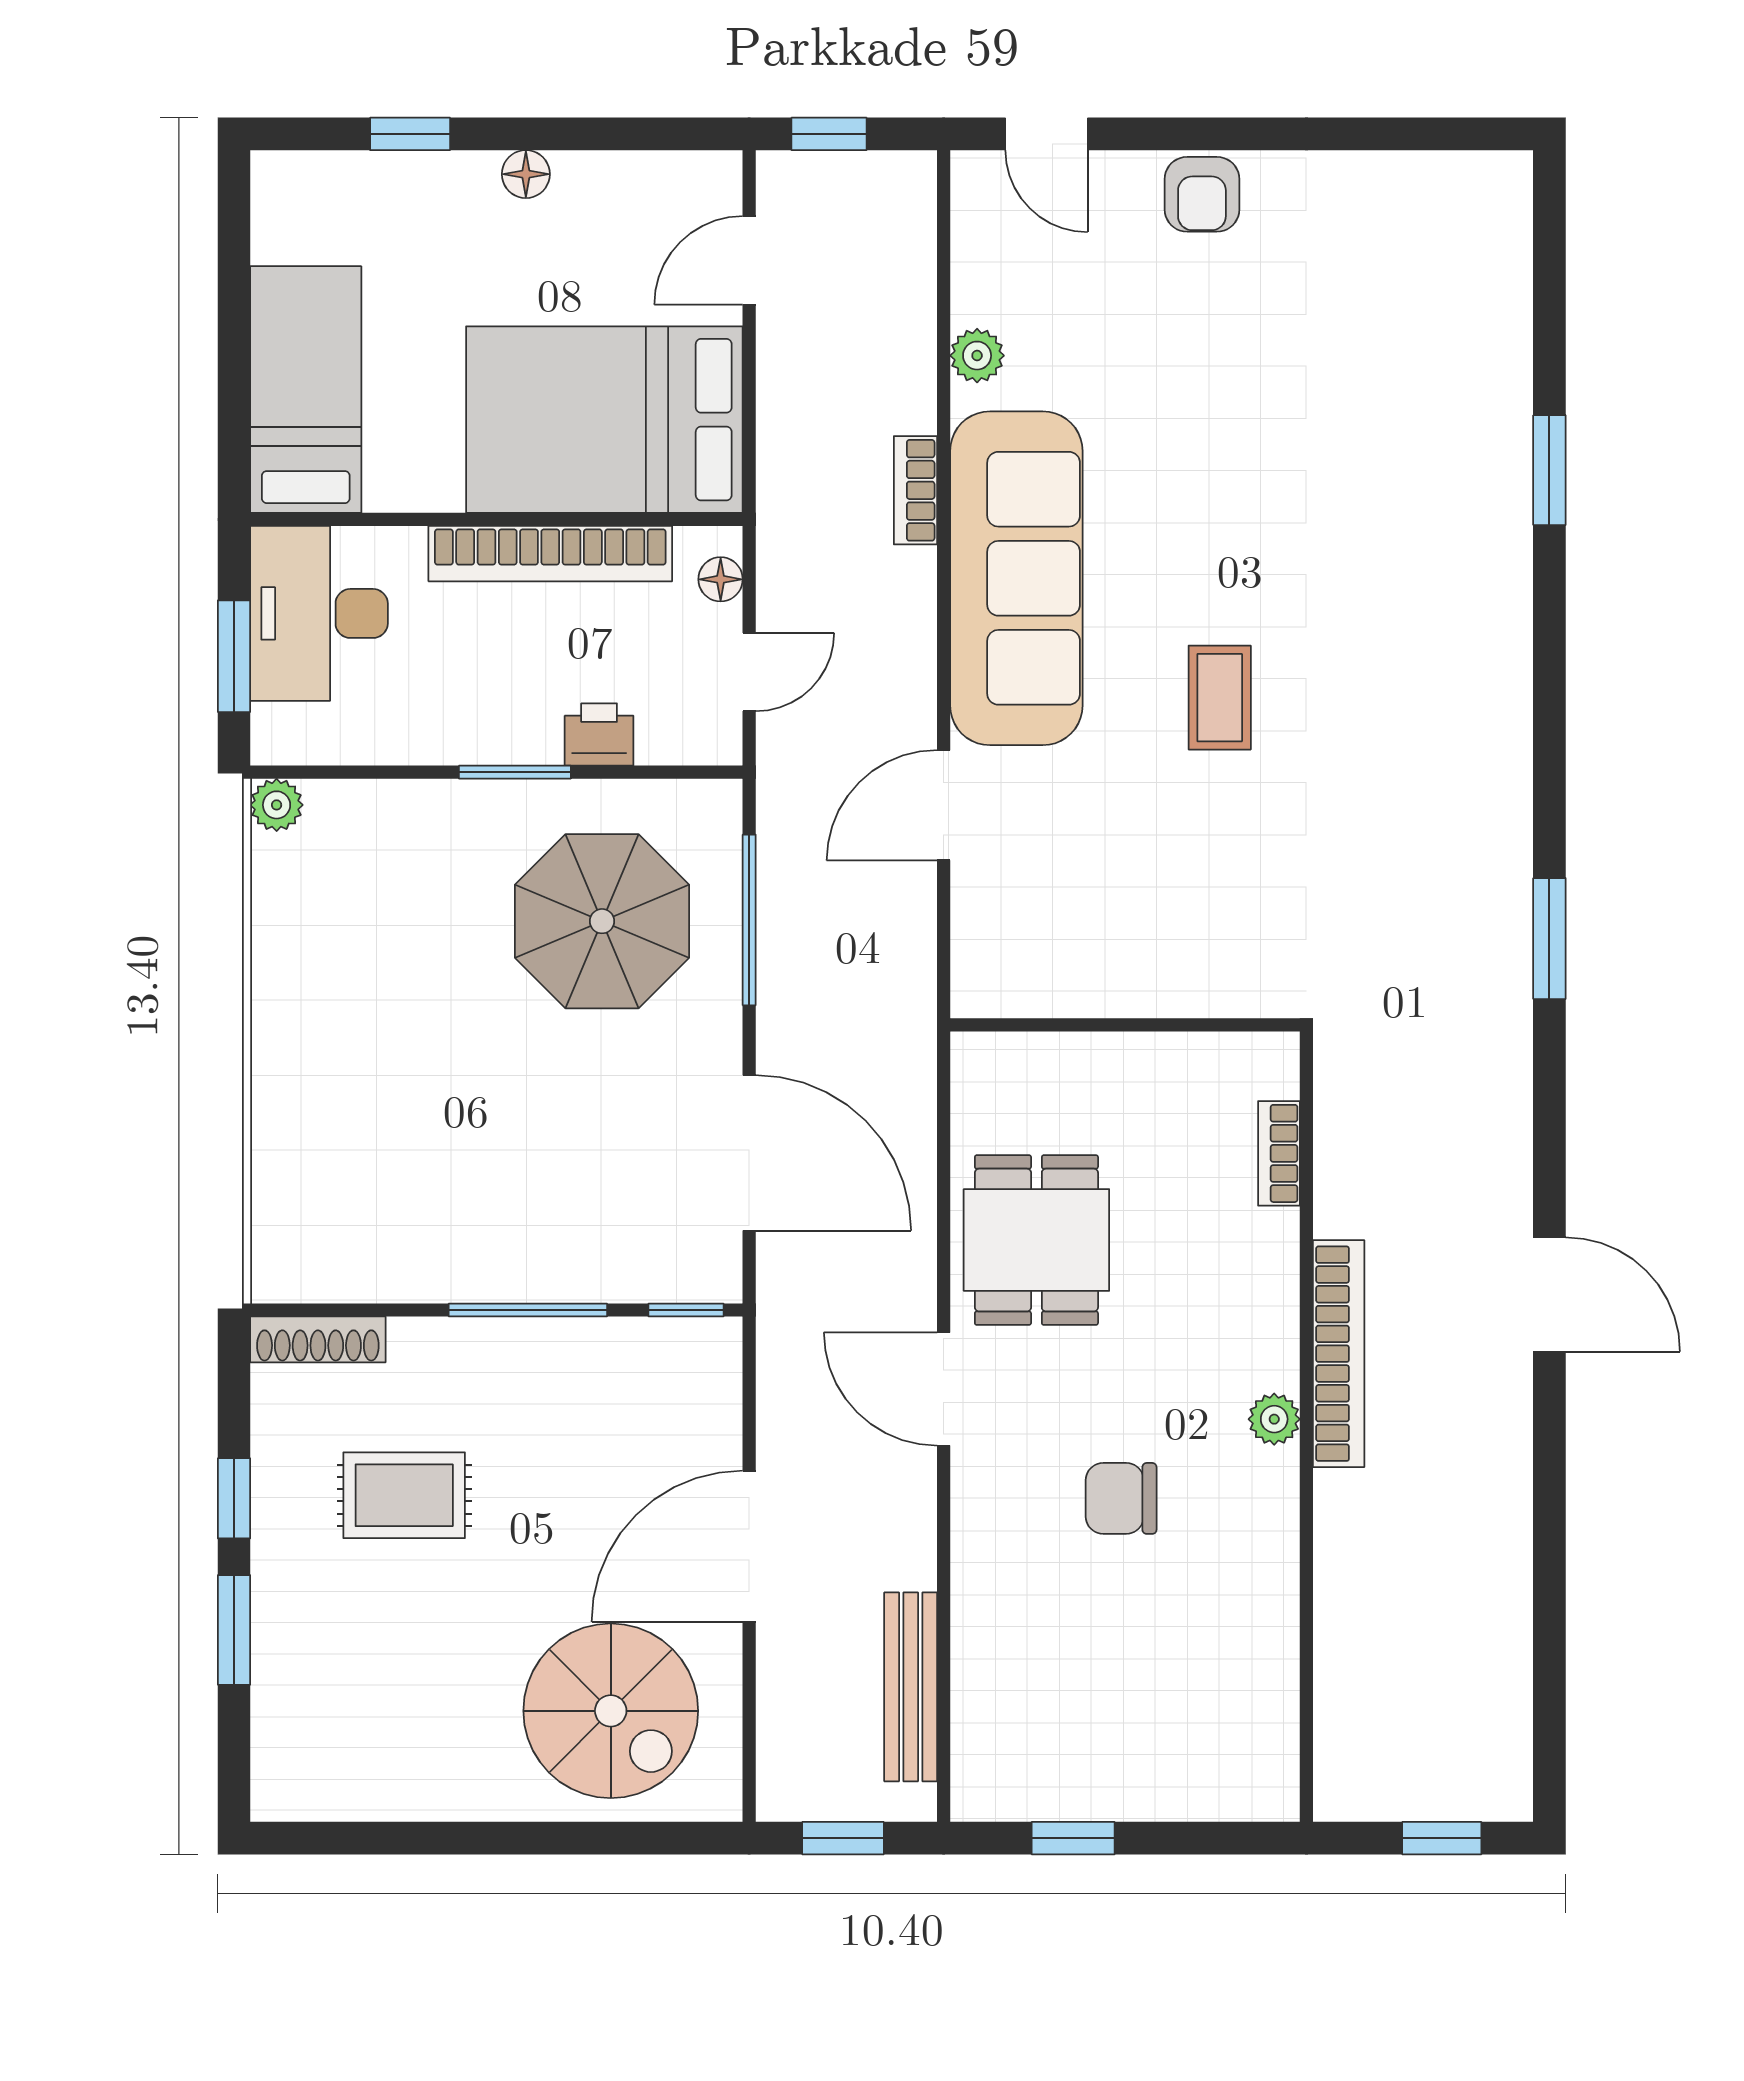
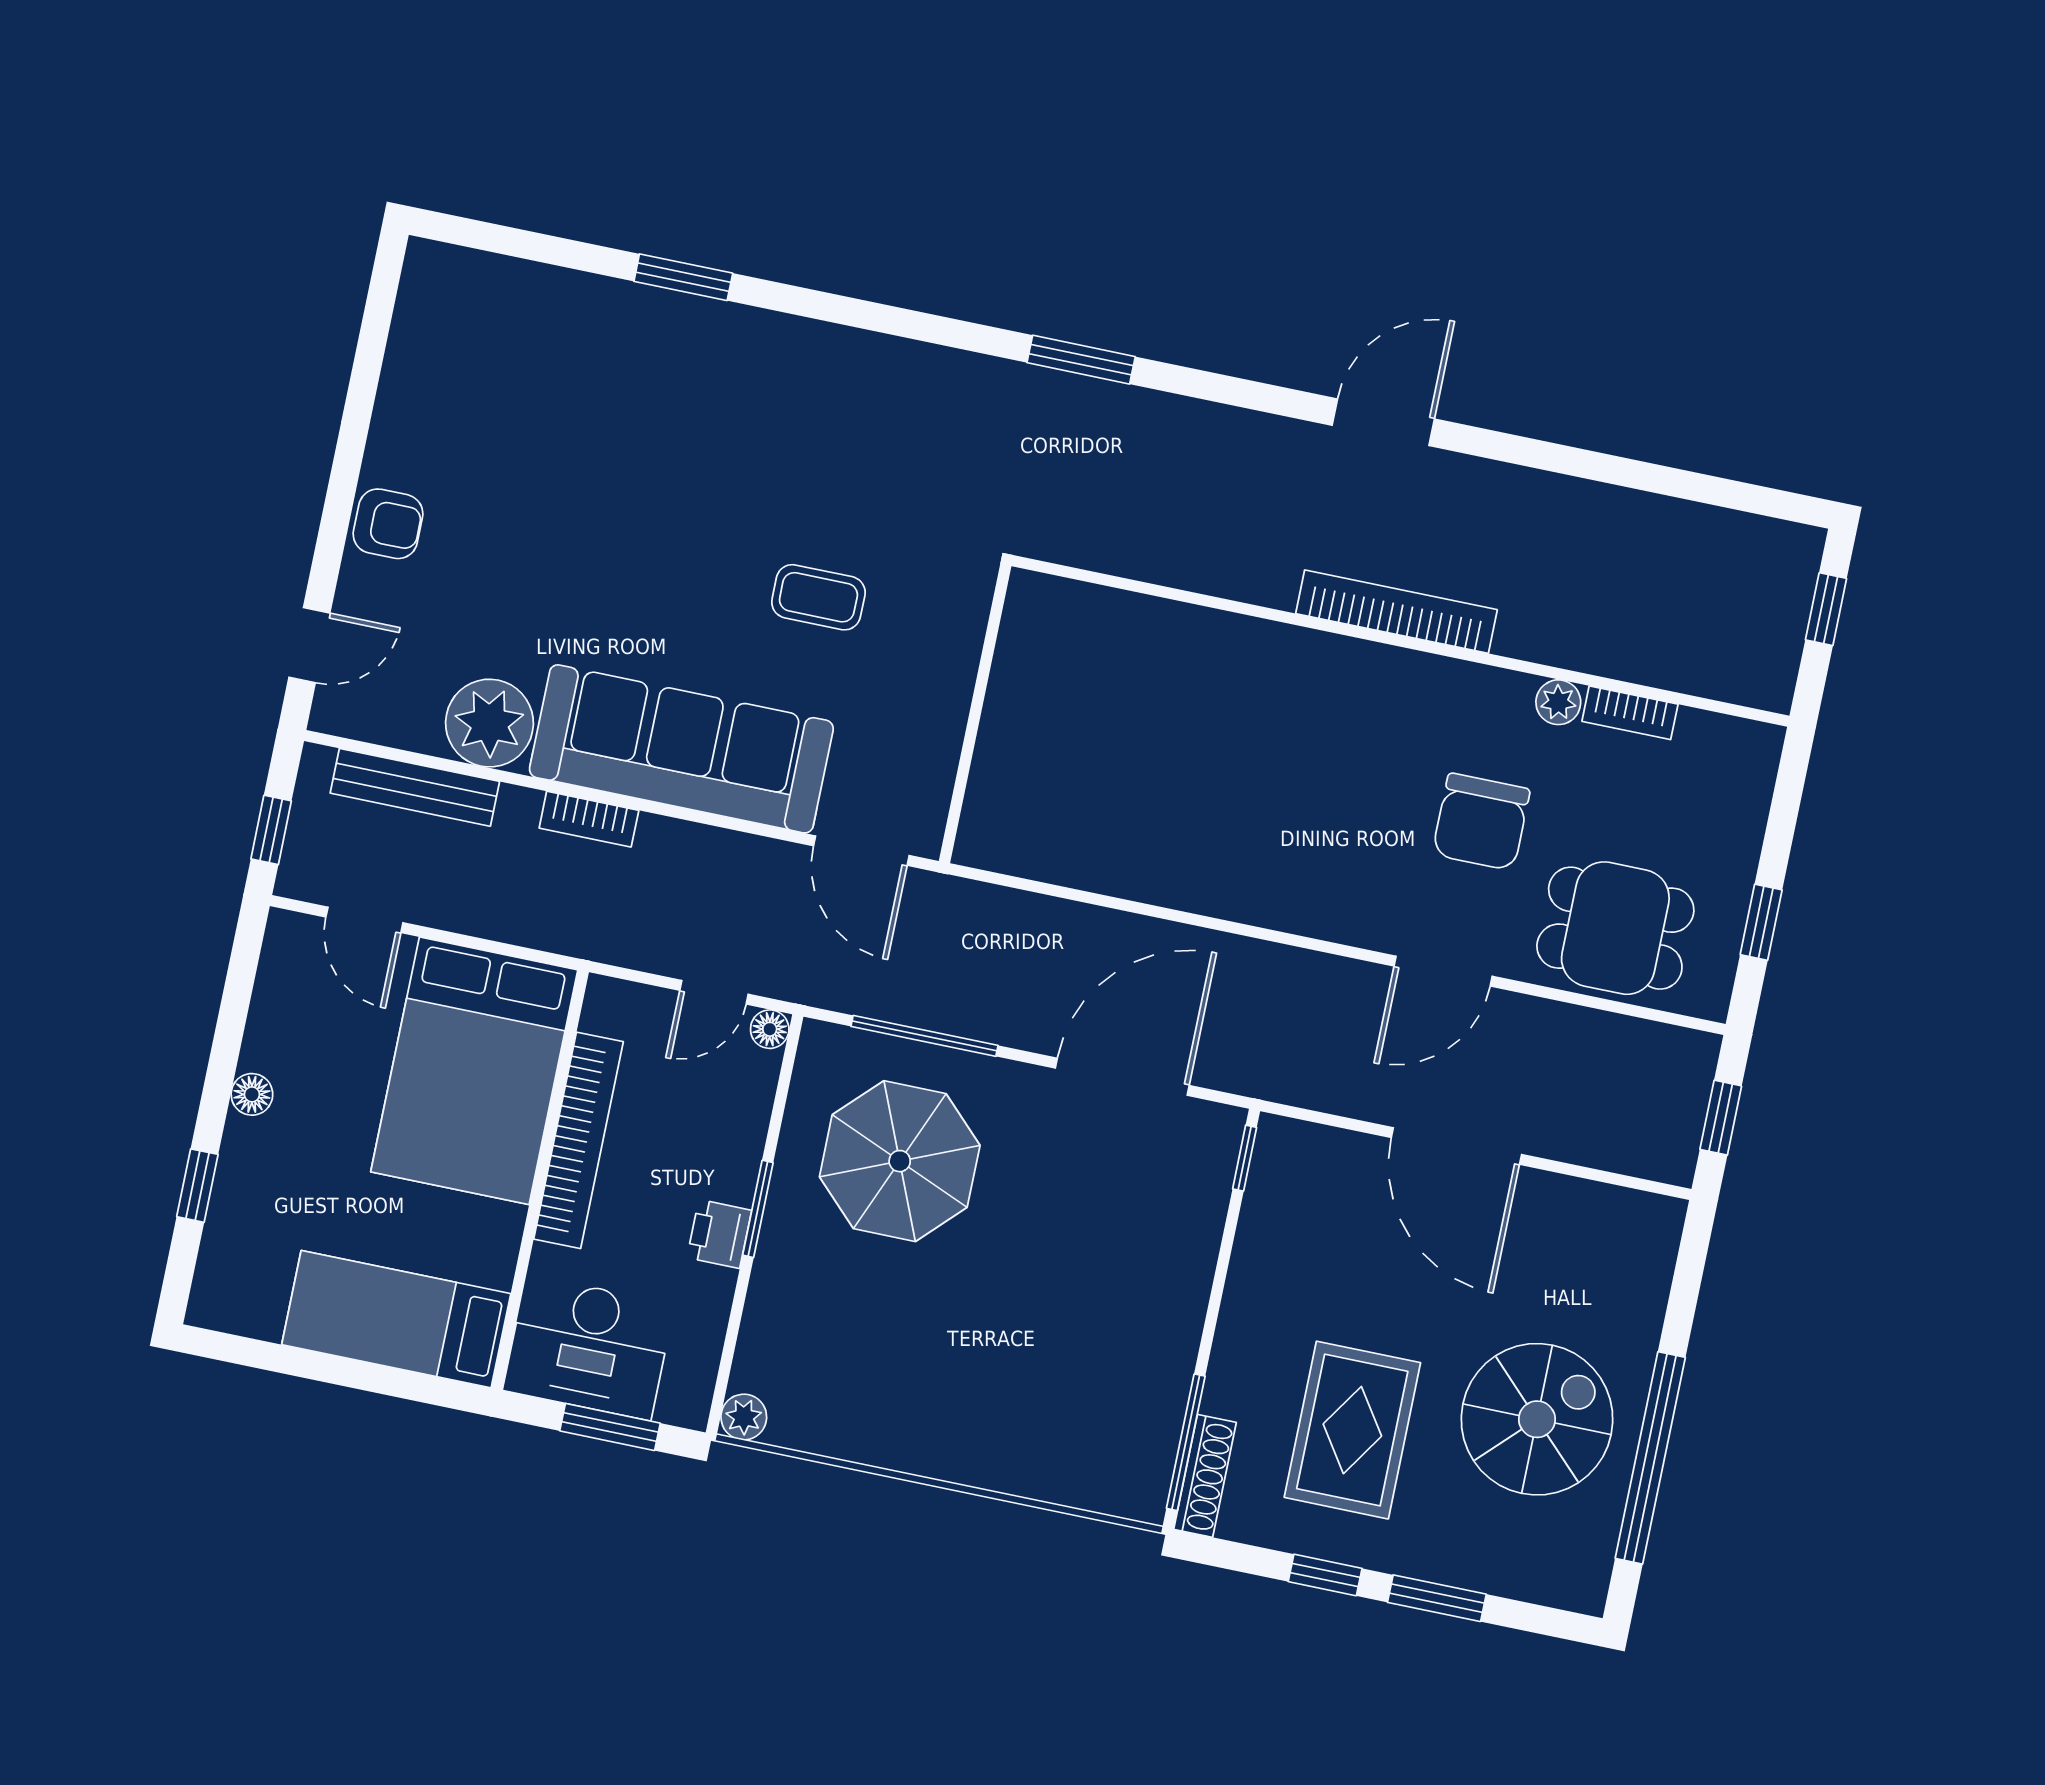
plant: (977, 356) -> (489, 723), width x1.87, depth x1.87
floor lamp: (721, 579) -> (770, 1029), moved
door: (749, 672) -> (714, 992), swing flipped
printer: (599, 734) -> (719, 1234), moved
wall: (1125, 1025) -> (975, 714), moved
bookcase: (1279, 1153) -> (1630, 713), moved
dining table: (1036, 1240) -> (1615, 928), moved
window: (528, 1310) -> (1186, 1442), moved
door: (944, 1389) -> (1443, 971), moved
plant: (1274, 1419) -> (1558, 702), moved
rug: (404, 1495) -> (1352, 1430), width x1.36, depth x1.43
chair: (1121, 1498) -> (1481, 822), width x1.37, depth x1.37
bench: (911, 1687) -> (415, 787), moved
spiral stairs: (611, 1711) -> (1537, 1419), moved
window: (442, 1838) -> (1650, 1458), added

